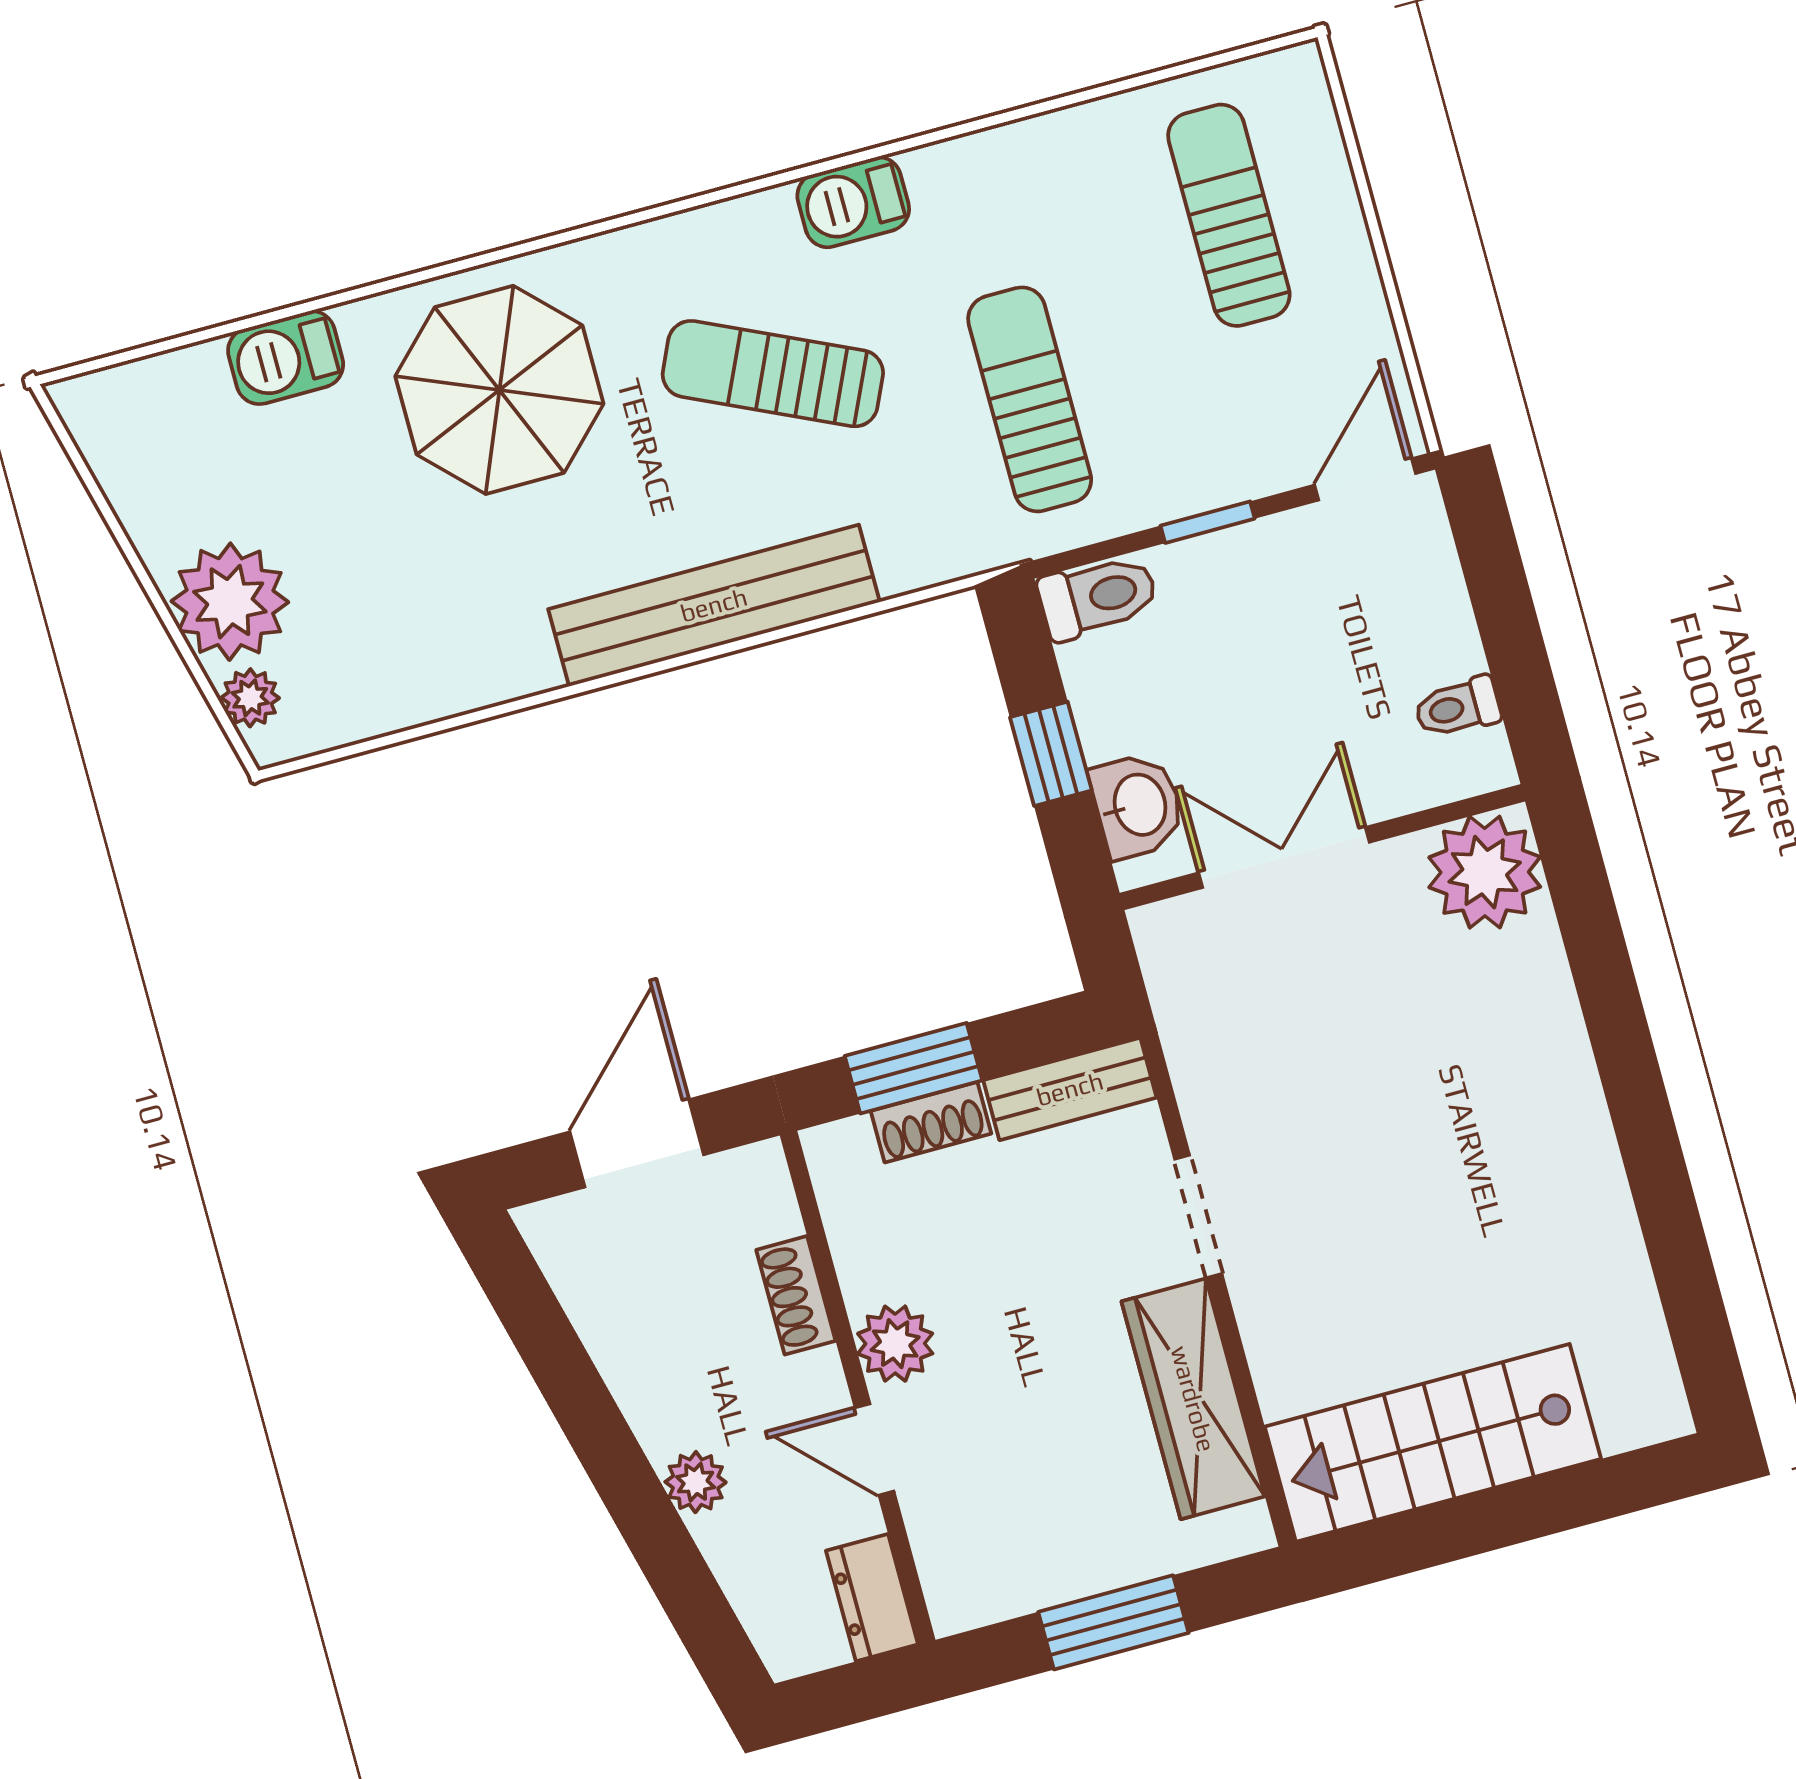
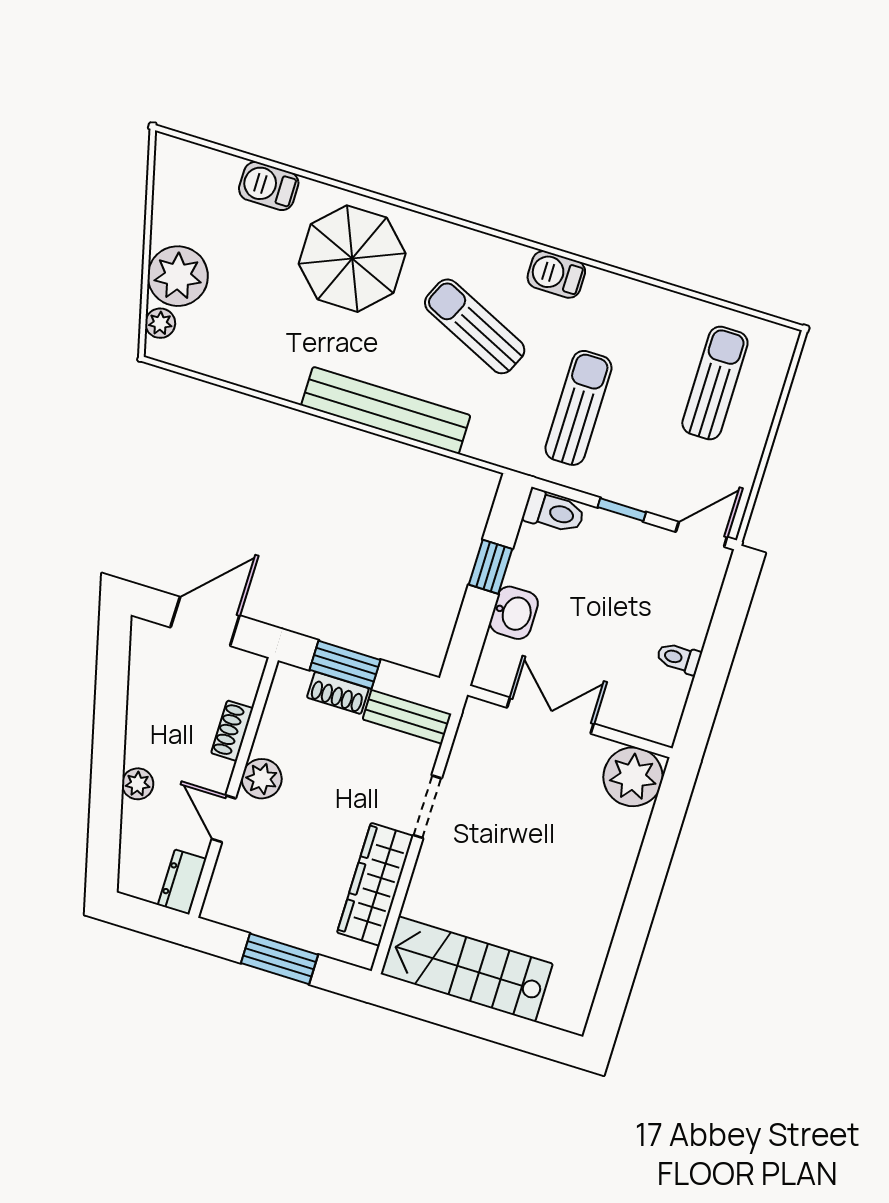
wall: (1322, 847) -> (570, 722), moved
double door: (1284, 858) -> (550, 716), moved
plant: (1485, 872) -> (633, 777), moved

